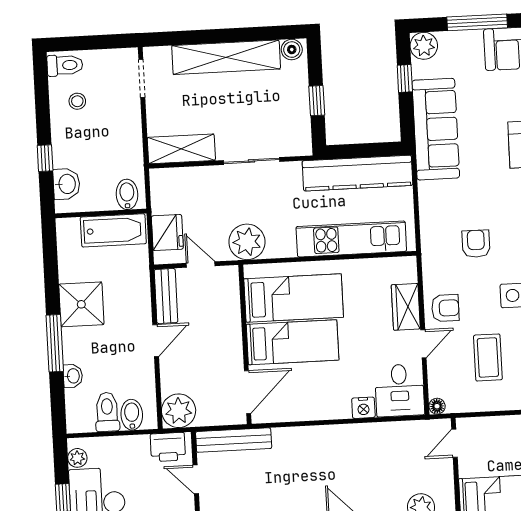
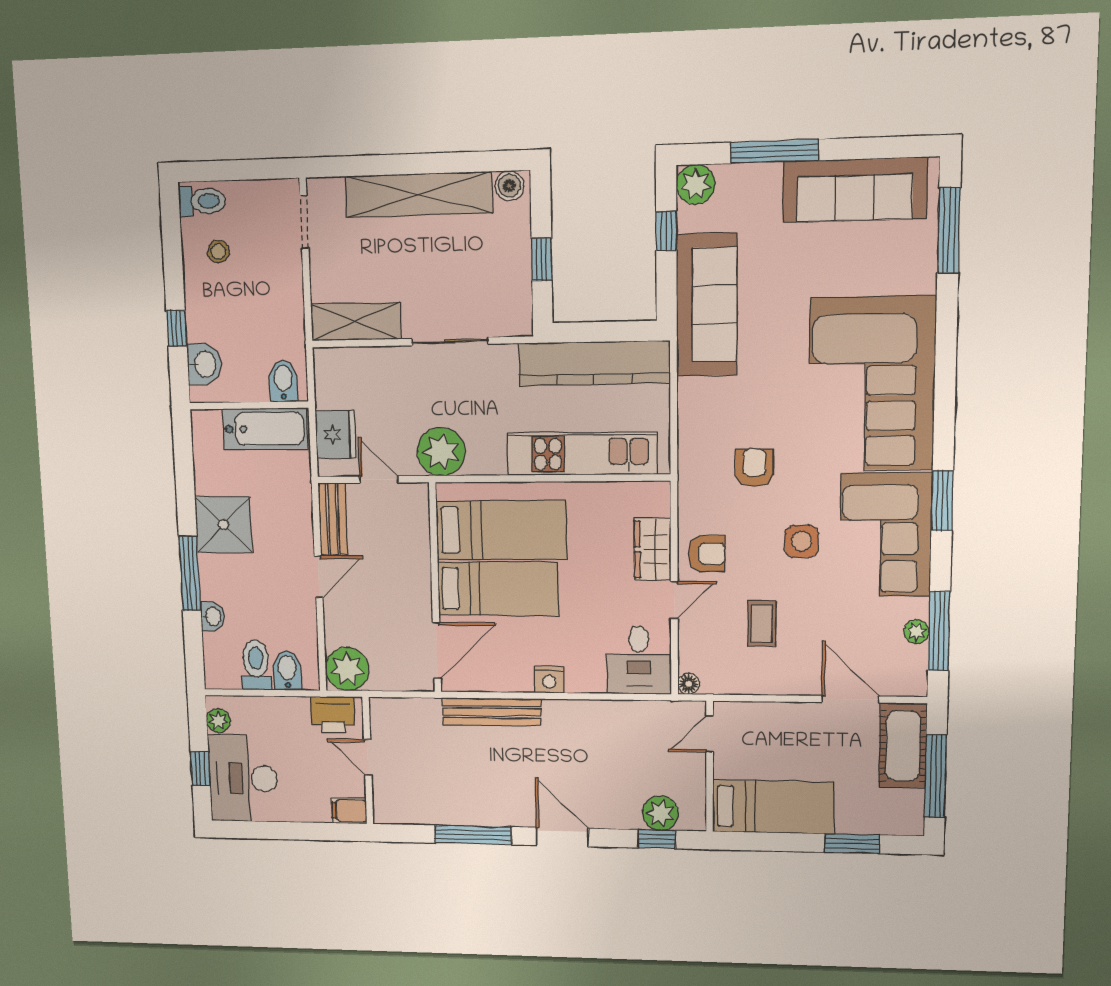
coffee table: (488, 357) -> (762, 623), width x0.73, depth x0.77
nightstand: (363, 408) -> (549, 680), moved
bench: (234, 440) -> (492, 712), moved

